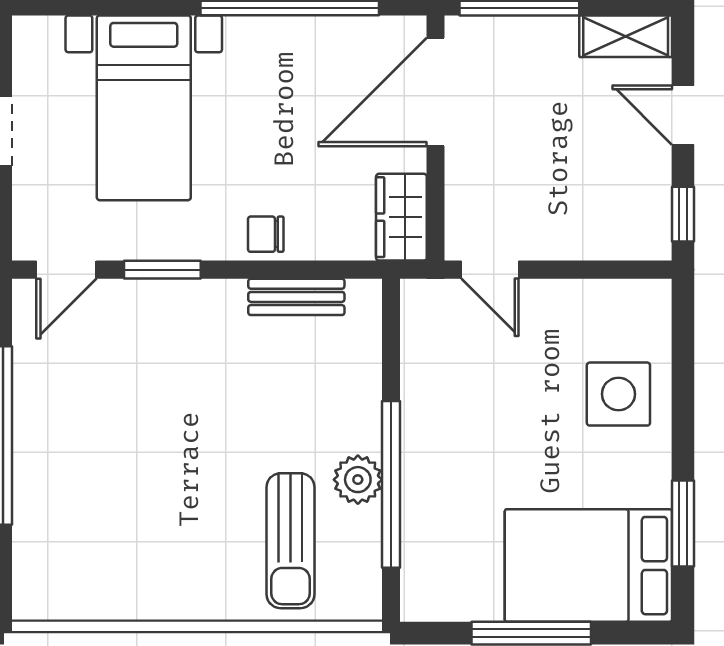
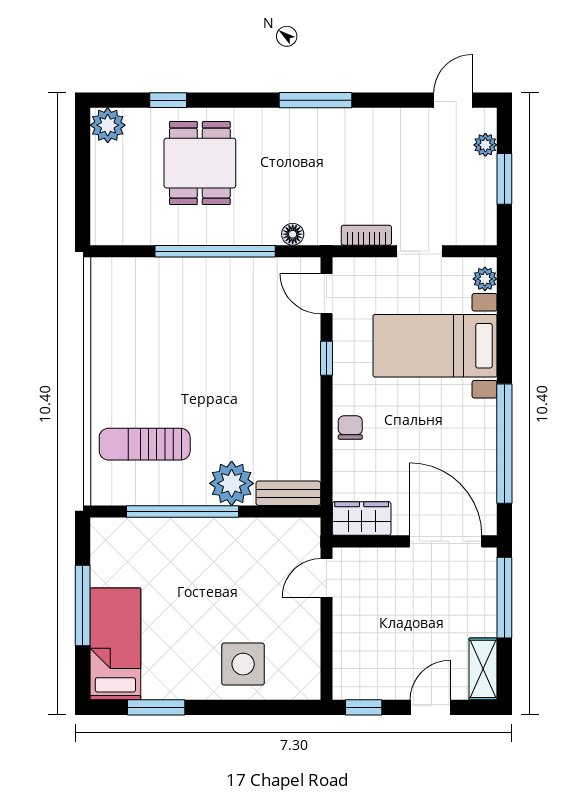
plant: (44, 33) -> (485, 279), added
window: (162, 270) -> (326, 358), width x0.67
bench: (296, 297) -> (288, 493), moved, turned 90
plant: (358, 480) -> (232, 483), moved, width x1.36, depth x1.36
bed: (588, 566) -> (115, 644), width x0.67

